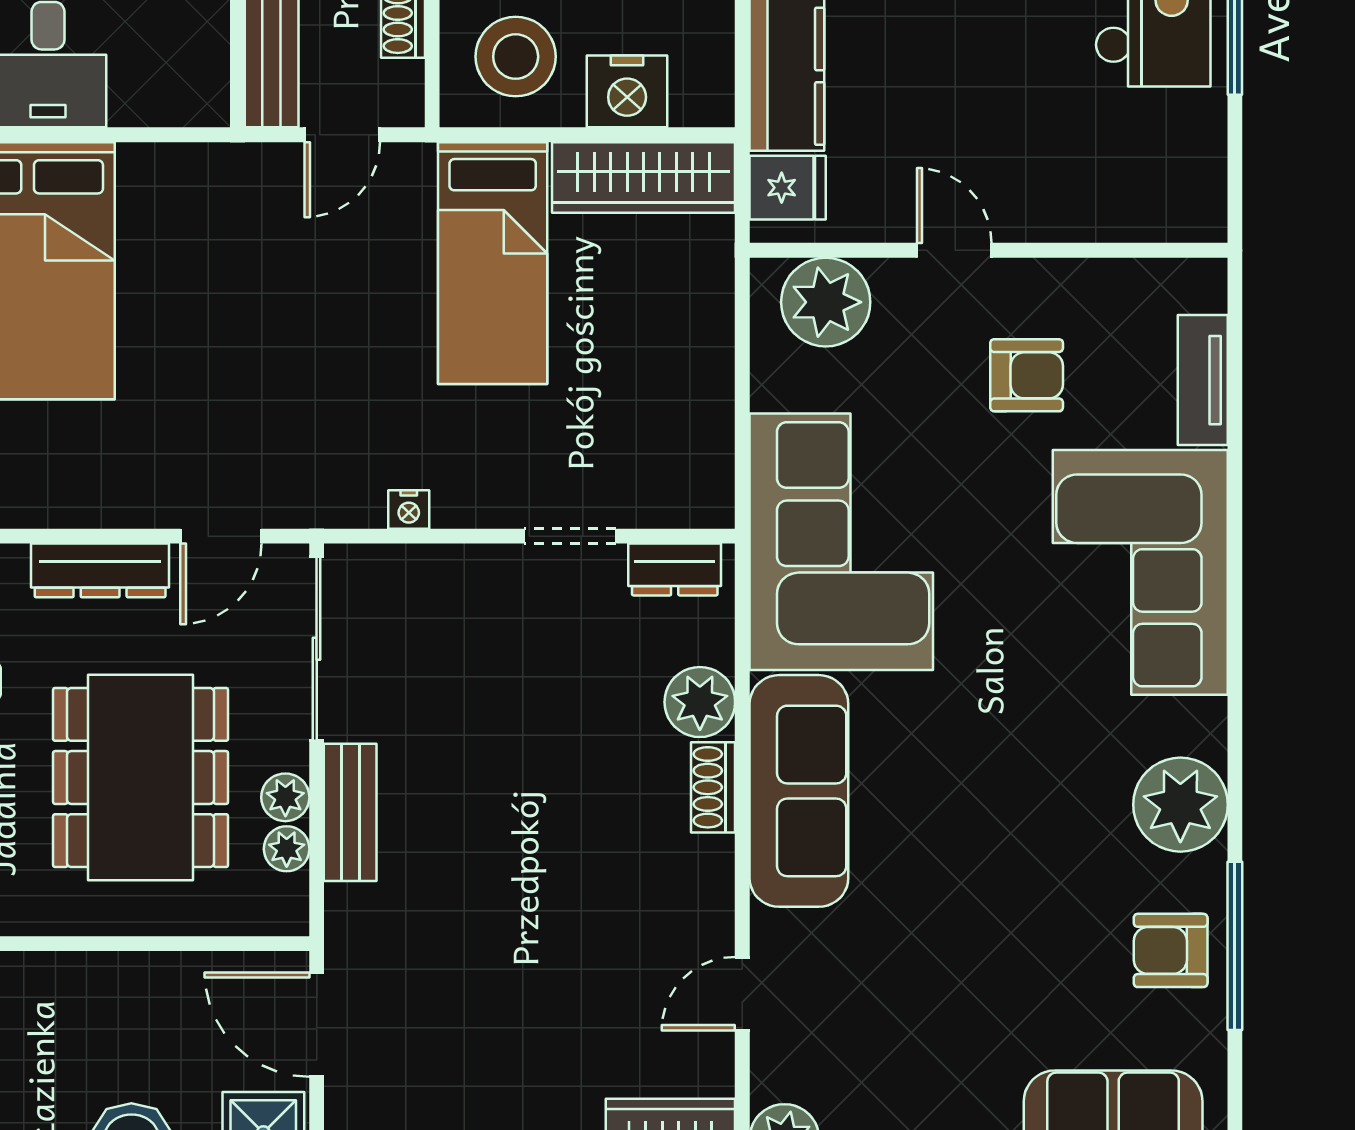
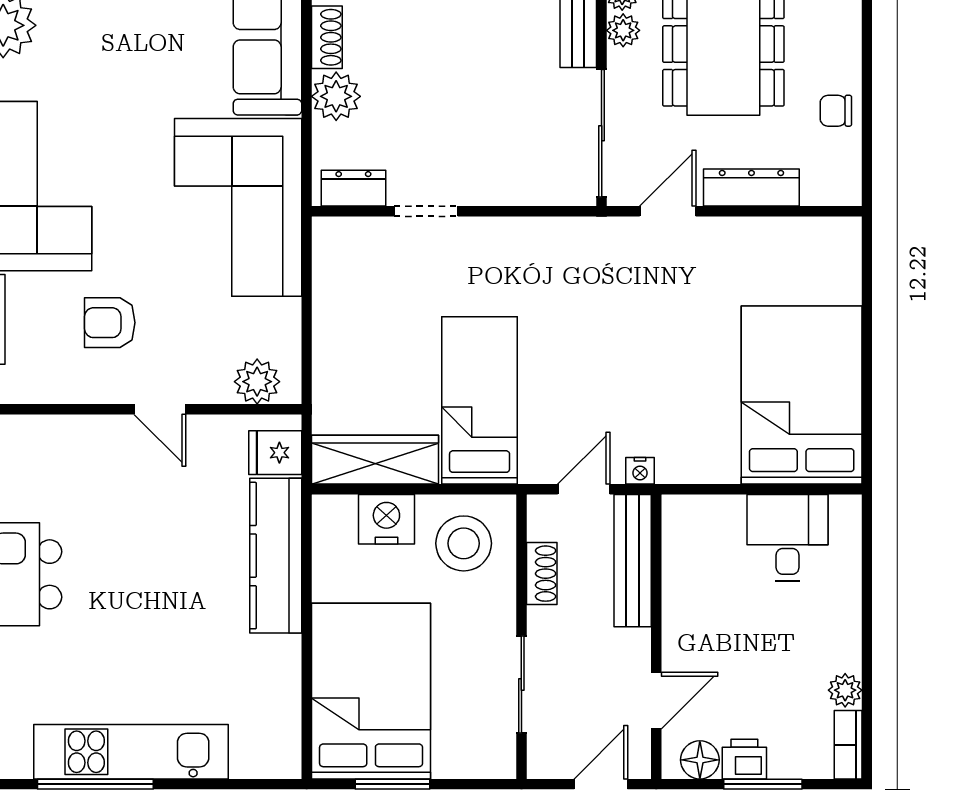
plant: (826, 302) -> (257, 382), width x0.73, depth x0.73
nightstand: (409, 510) -> (640, 471), moved, turned 180

